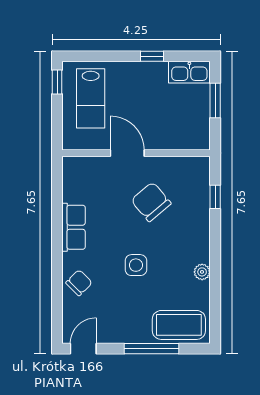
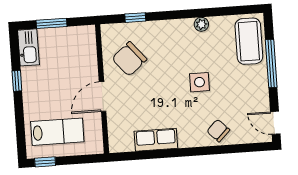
chair: (151, 202) -> (129, 59), moved
row of seats: (74, 227) -> (156, 140), moved

